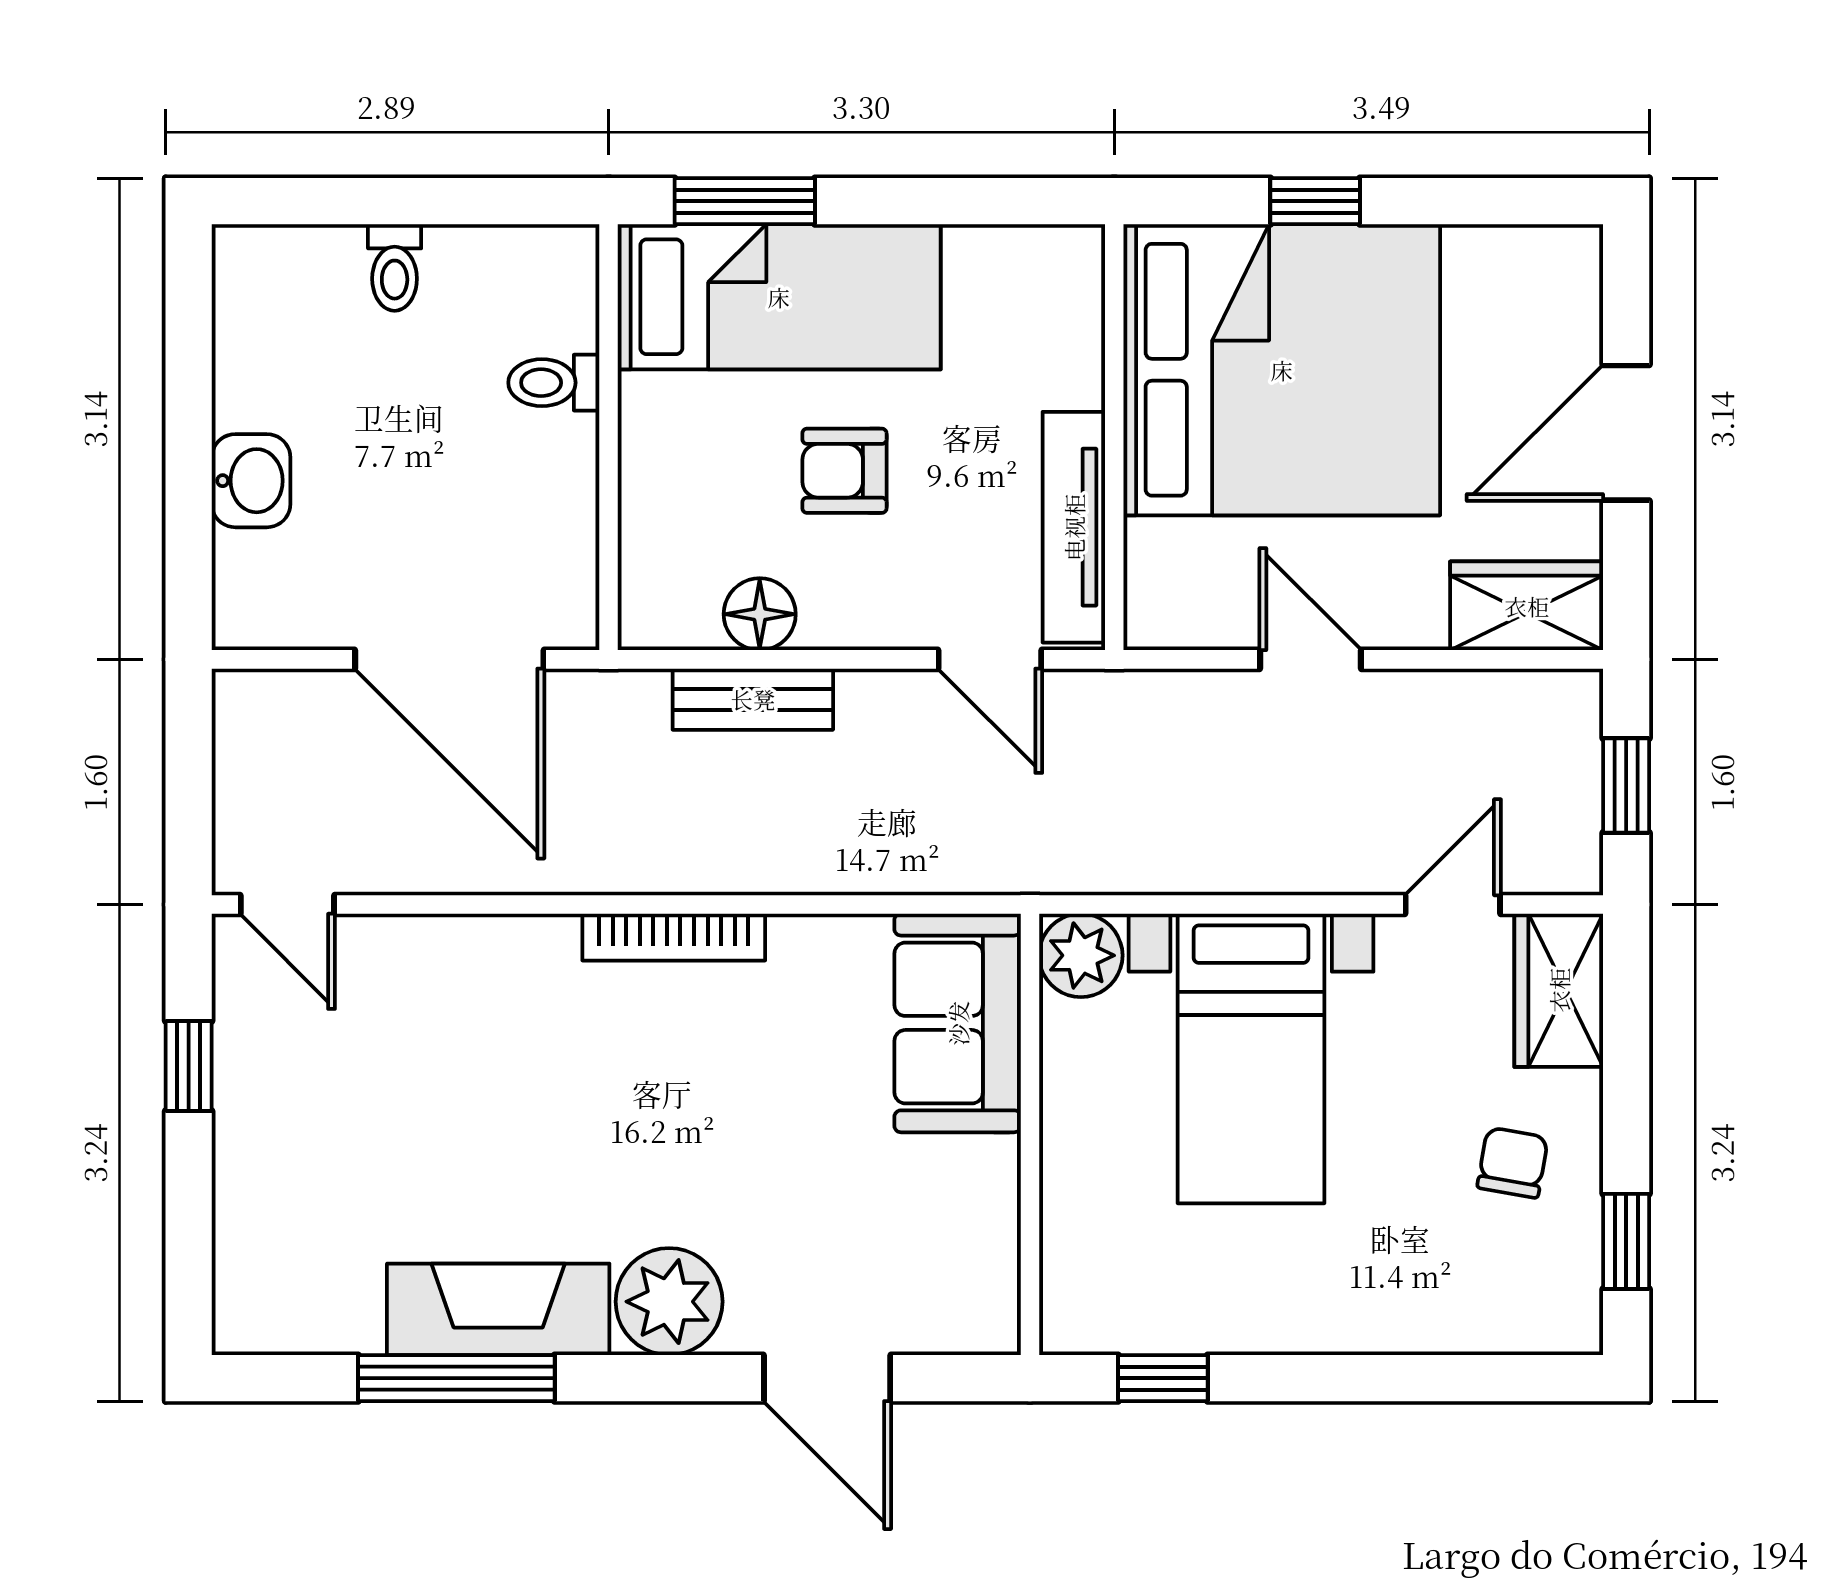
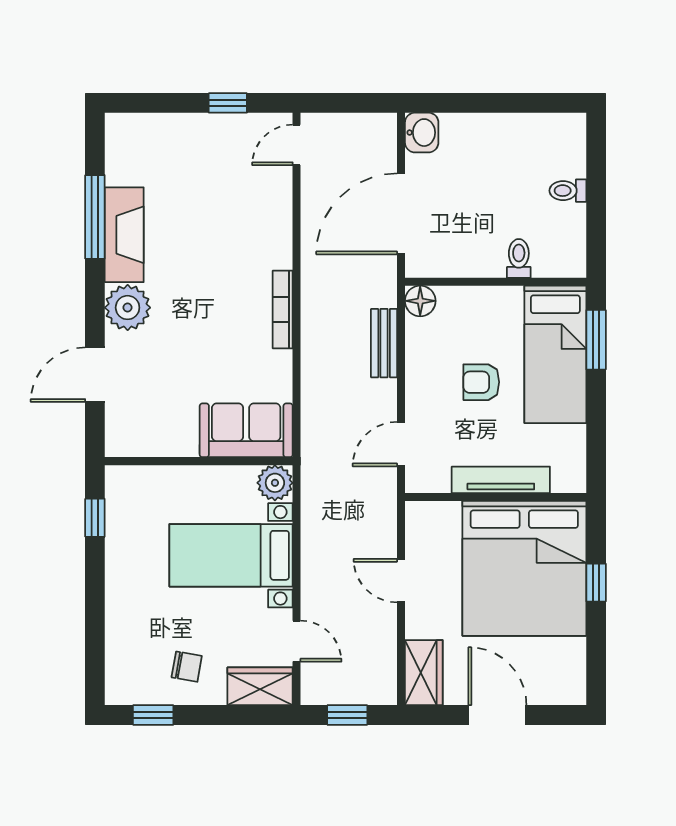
armchair: (844, 471) -> (481, 382), turned -90
washbasin: (251, 481) -> (422, 133), moved, turned -90
tv unit: (1074, 527) -> (501, 480), moved
floor lamp: (760, 614) -> (420, 301), moved
door: (1310, 659) -> (401, 581), swing flipped

